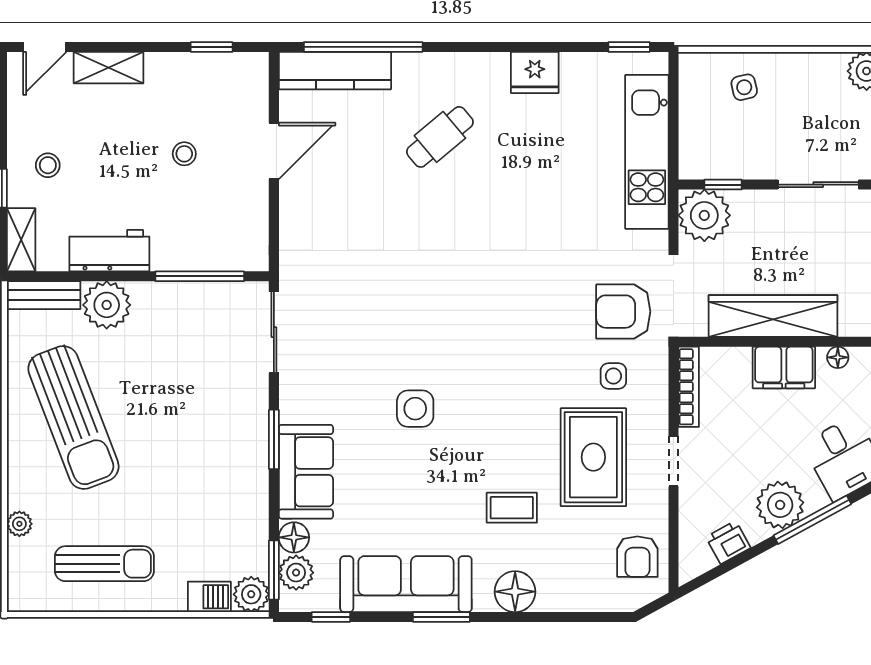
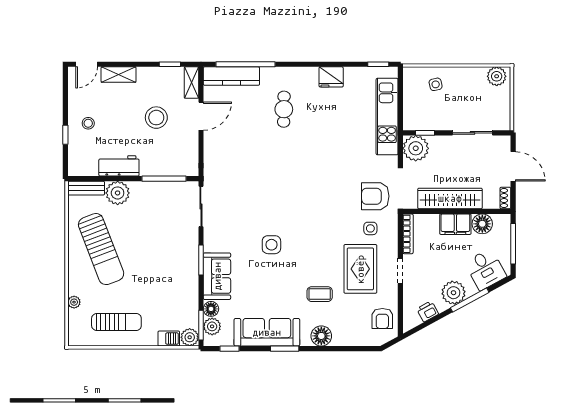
cafe table: (440, 137) -> (284, 109), turned -49
stool: (184, 154) -> (156, 118), width x1.89, depth x1.89
shelving: (21, 240) -> (191, 83), moved
floor lamp: (838, 357) -> (482, 224), width x1.89, depth x1.89

